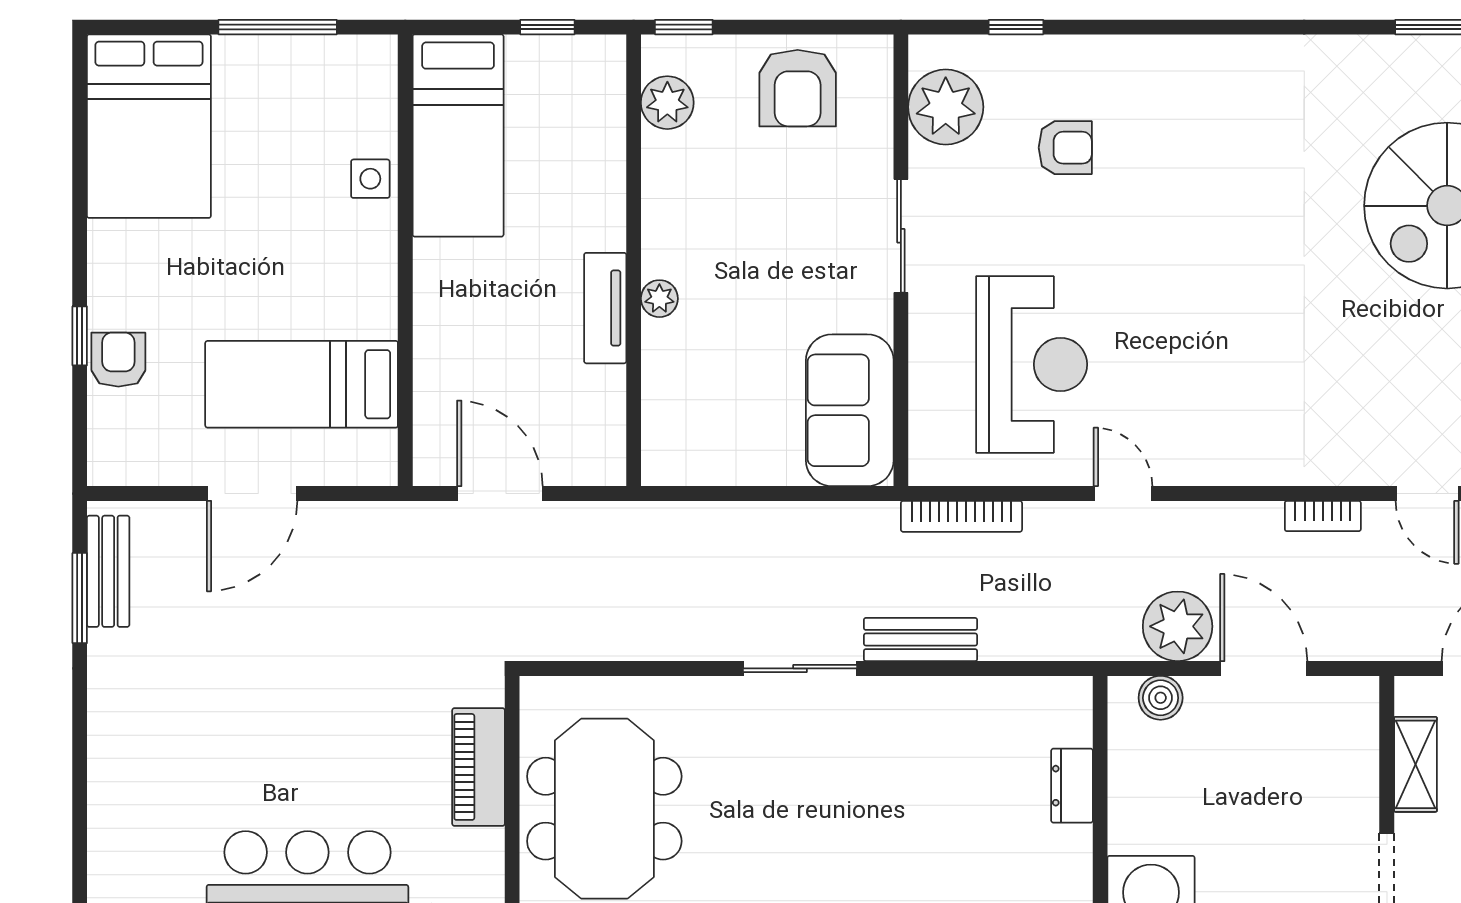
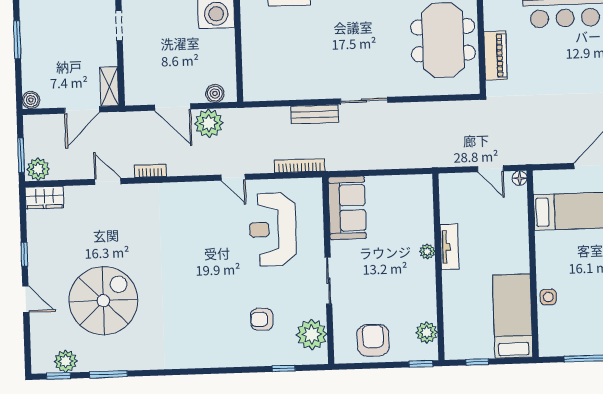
floor lamp: (430, 468) -> (520, 178), added
door: (500, 494) -> (490, 169), width x0.73
shelving: (1415, 764) -> (109, 86), moved
dresser: (1072, 786) -> (250, 56), removed

